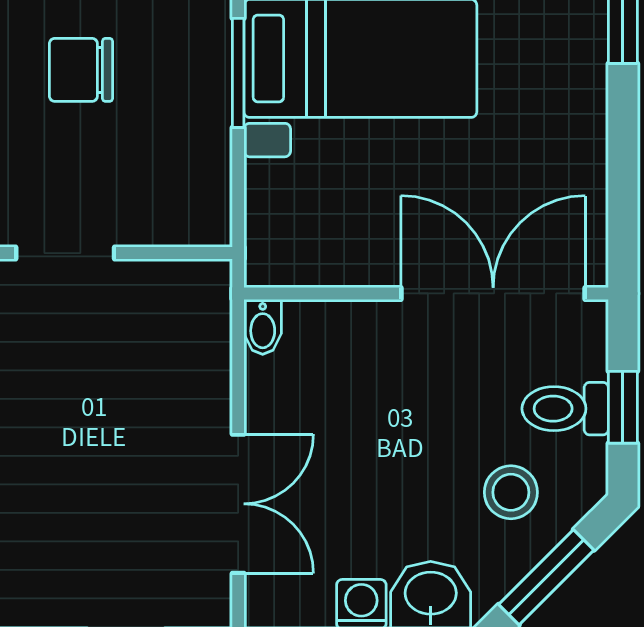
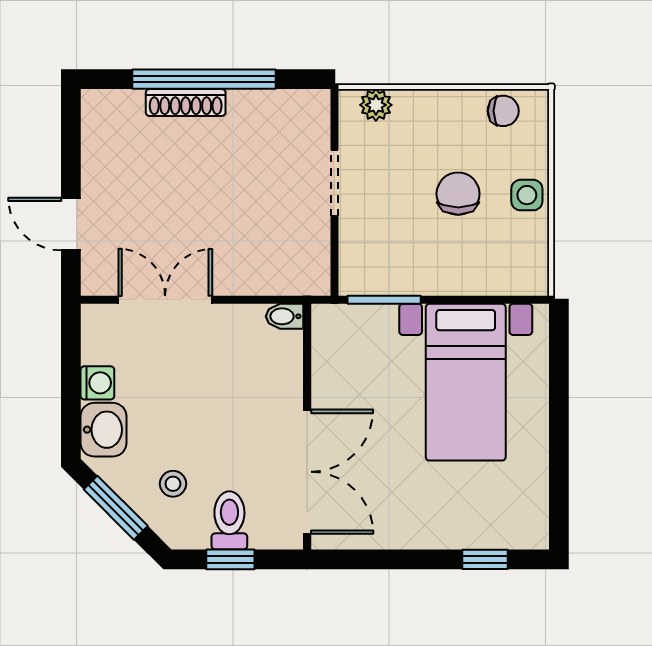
window: (238, 73) -> (384, 300), moved
stool: (511, 492) -> (173, 484), width x0.73, depth x0.73
double door: (238, 504) -> (165, 300), swing flipped

